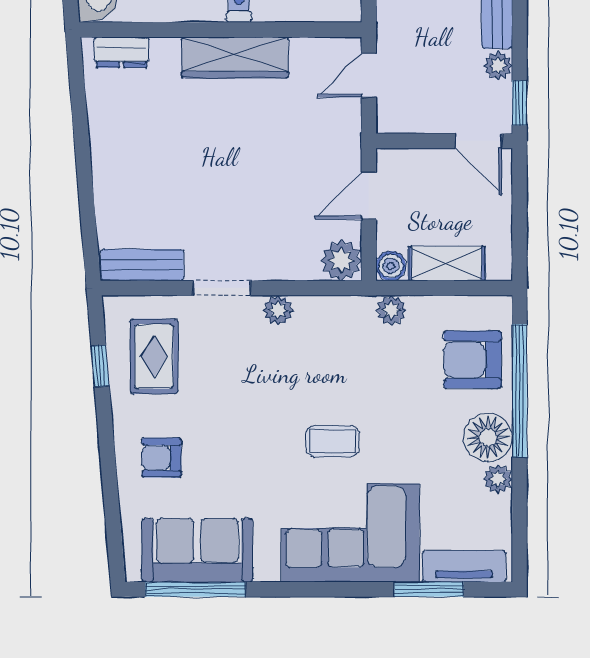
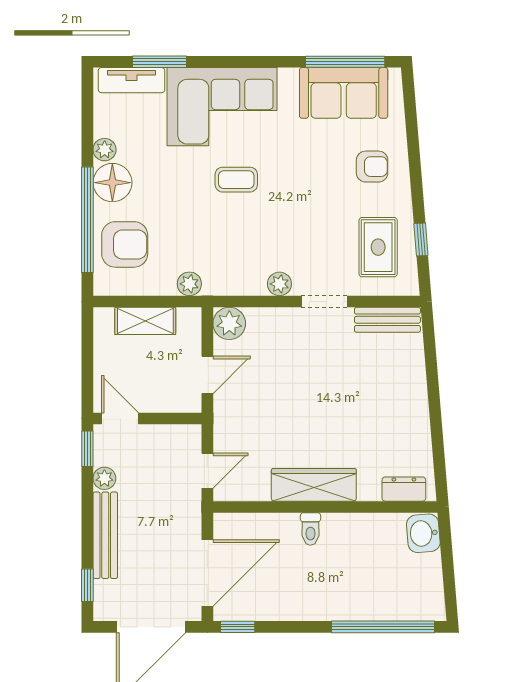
boiler: (391, 266) -> (190, 319), removed

